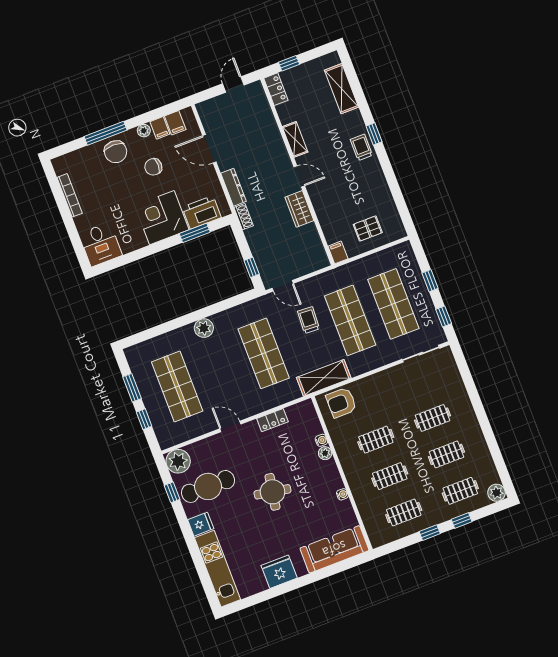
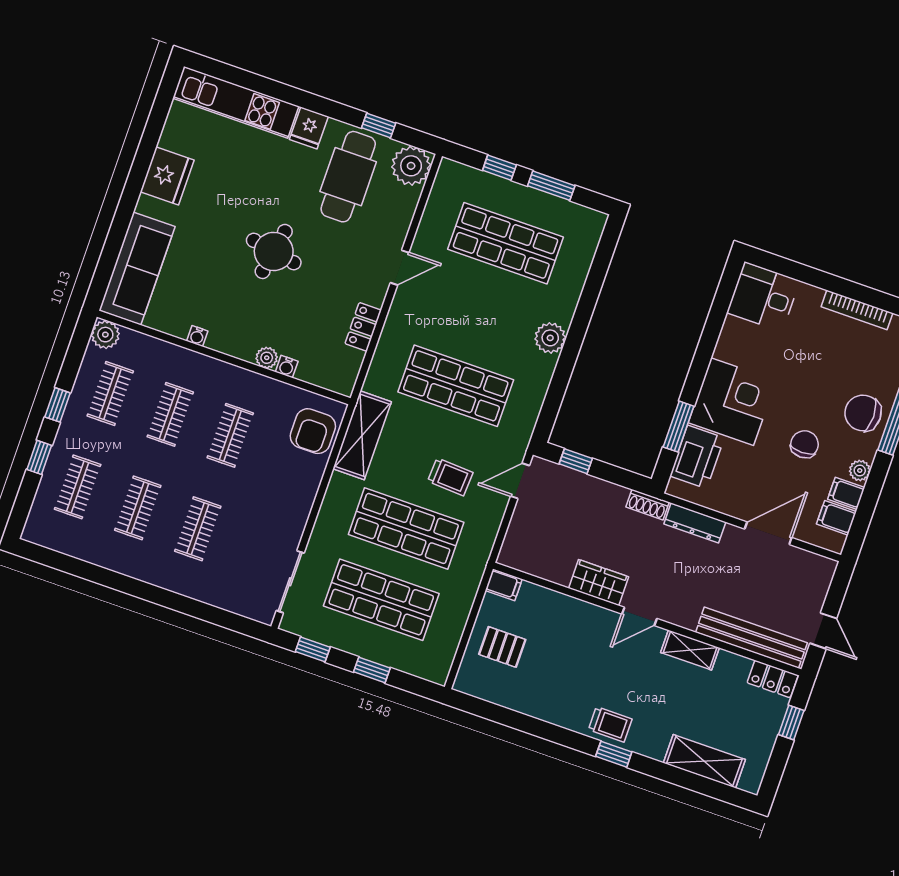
bench: (265, 115) -> (751, 638), added
pallet: (368, 229) -> (502, 647), turned 90
armchair: (341, 403) -> (313, 431), turned 180
plant: (497, 493) -> (105, 335), moved

